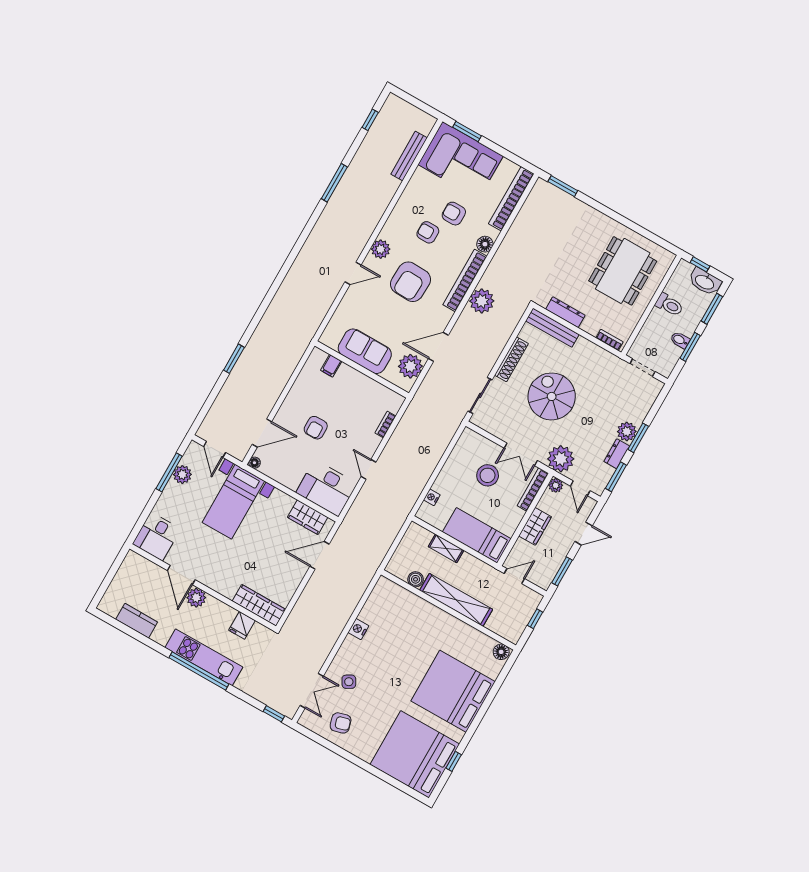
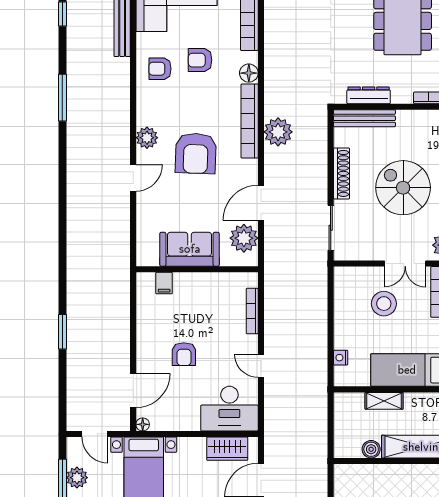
armchair: (428, 232) -> (160, 69), moved
bookcase: (385, 424) -> (252, 311), width x1.56

